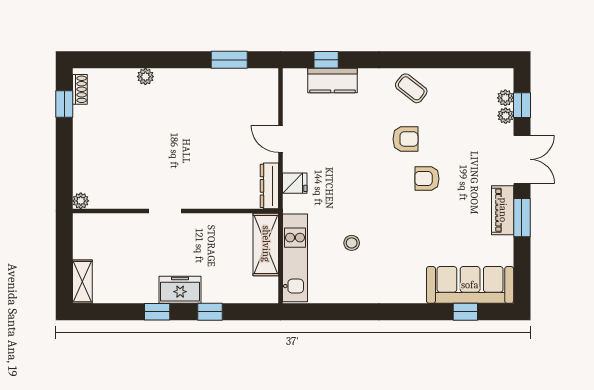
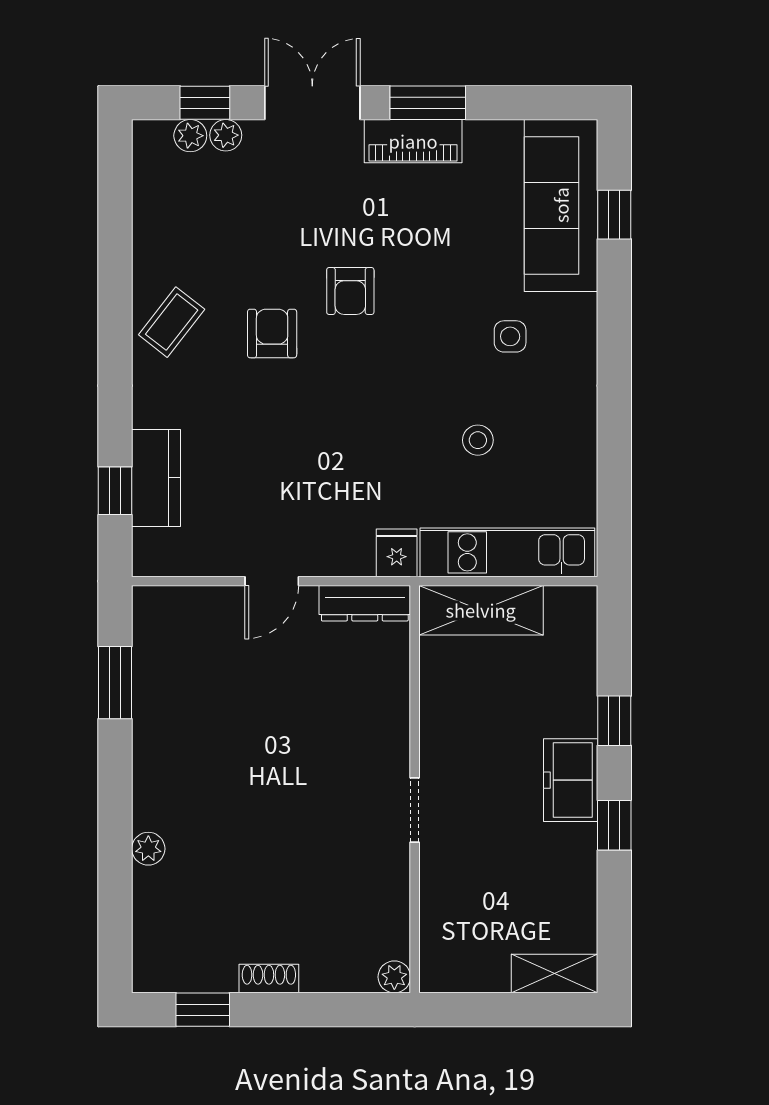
shoe rack: (80, 89) -> (269, 979), moved
fridge: (295, 183) -> (397, 553), moved
side table: (404, 259) -> (510, 336), added

